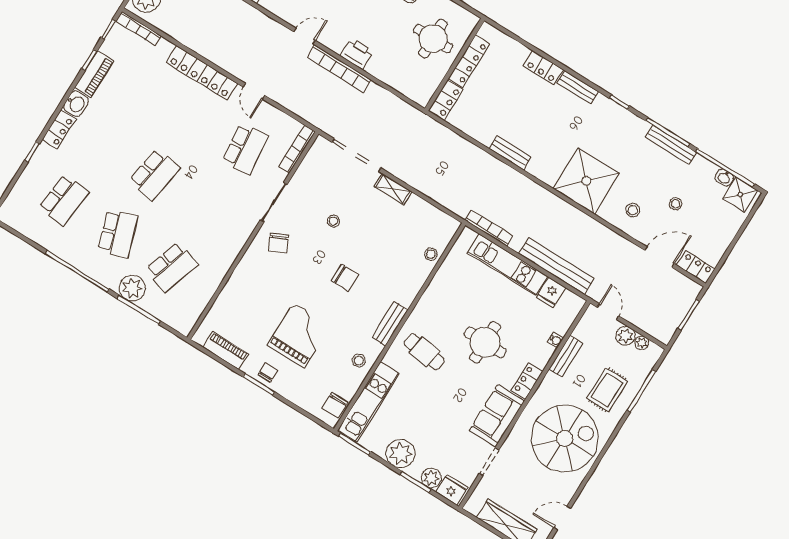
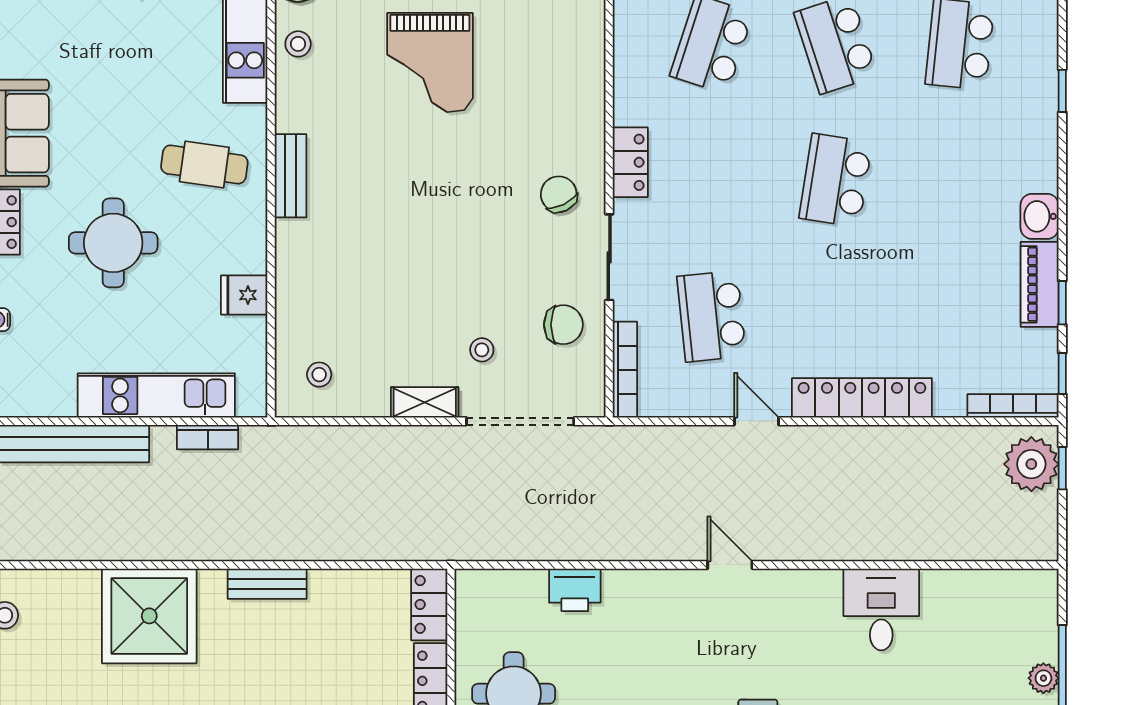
door: (304, 36) -> (730, 565), swing flipped
printer: (357, 54) -> (575, 590), moved
bookcase: (339, 69) -> (639, 547), removed
locker: (59, 129) -> (630, 162), moved, turned 180
shower: (586, 181) -> (149, 616), moved
stool: (333, 221) -> (482, 350), moved
bookcase: (489, 228) -> (208, 437), width x0.64
stool: (431, 254) -> (319, 375), moved
chair: (345, 278) -> (563, 325), moved, turned 180
fridge: (551, 292) -> (244, 295), moved, turned -90
stool: (359, 360) -> (298, 44), moved

